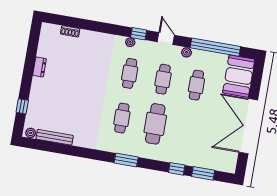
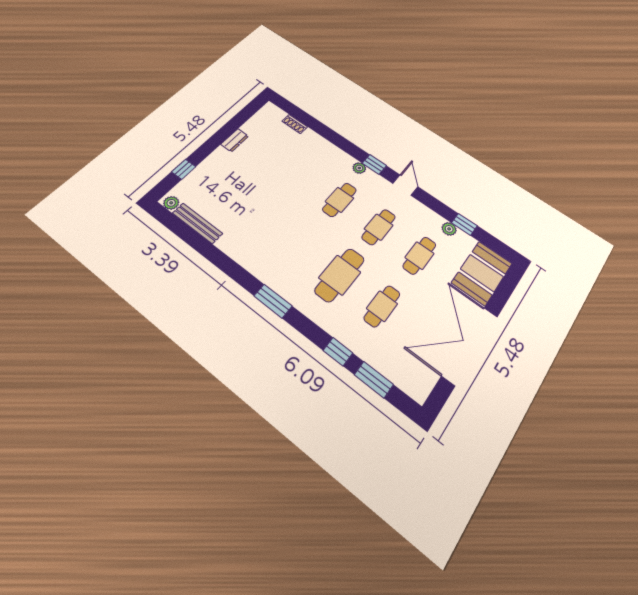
window: (215, 47) -> (464, 224), width x0.32
plant: (186, 52) -> (449, 229), moved
cafe table: (122, 118) -> (382, 306), moved

